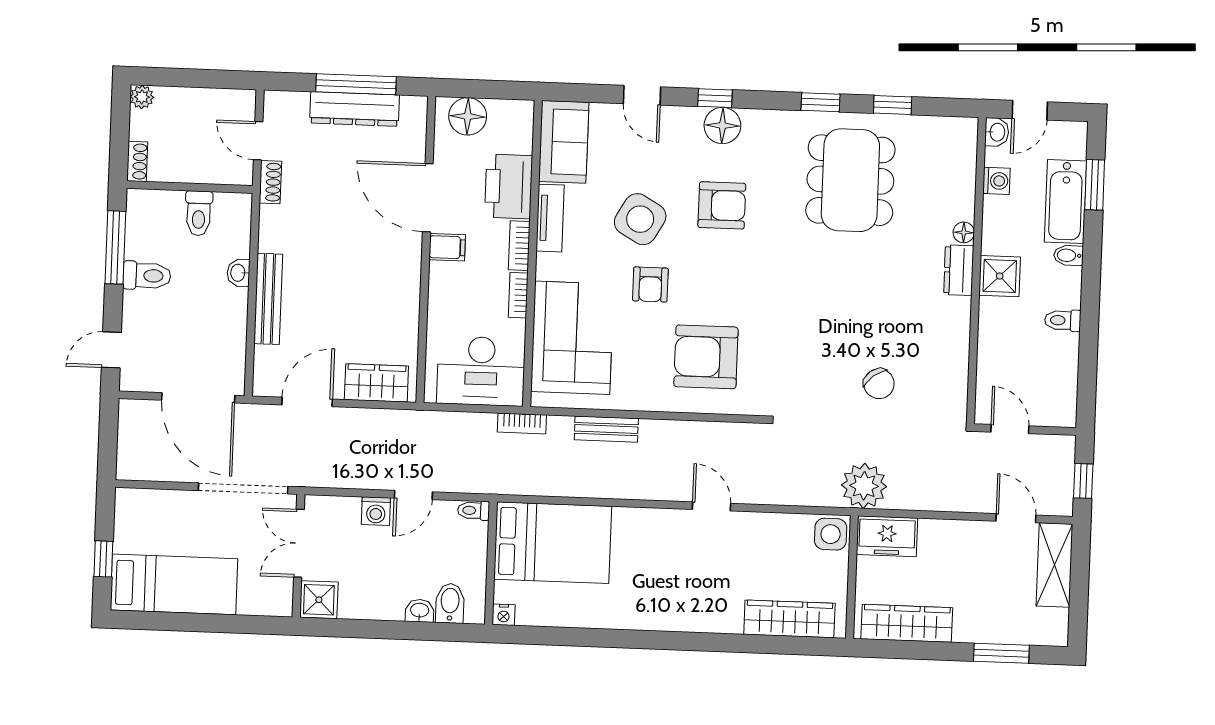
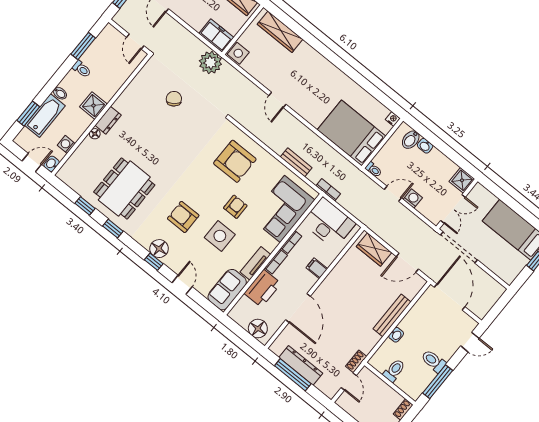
side table: (640, 219) -> (220, 236), turned -30
filing cabinet: (447, 247) -> (317, 268), moved
window: (1088, 359) -> (83, 46), added

